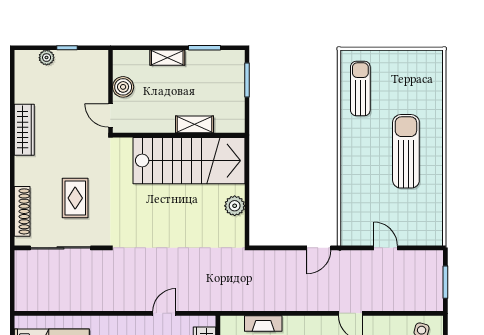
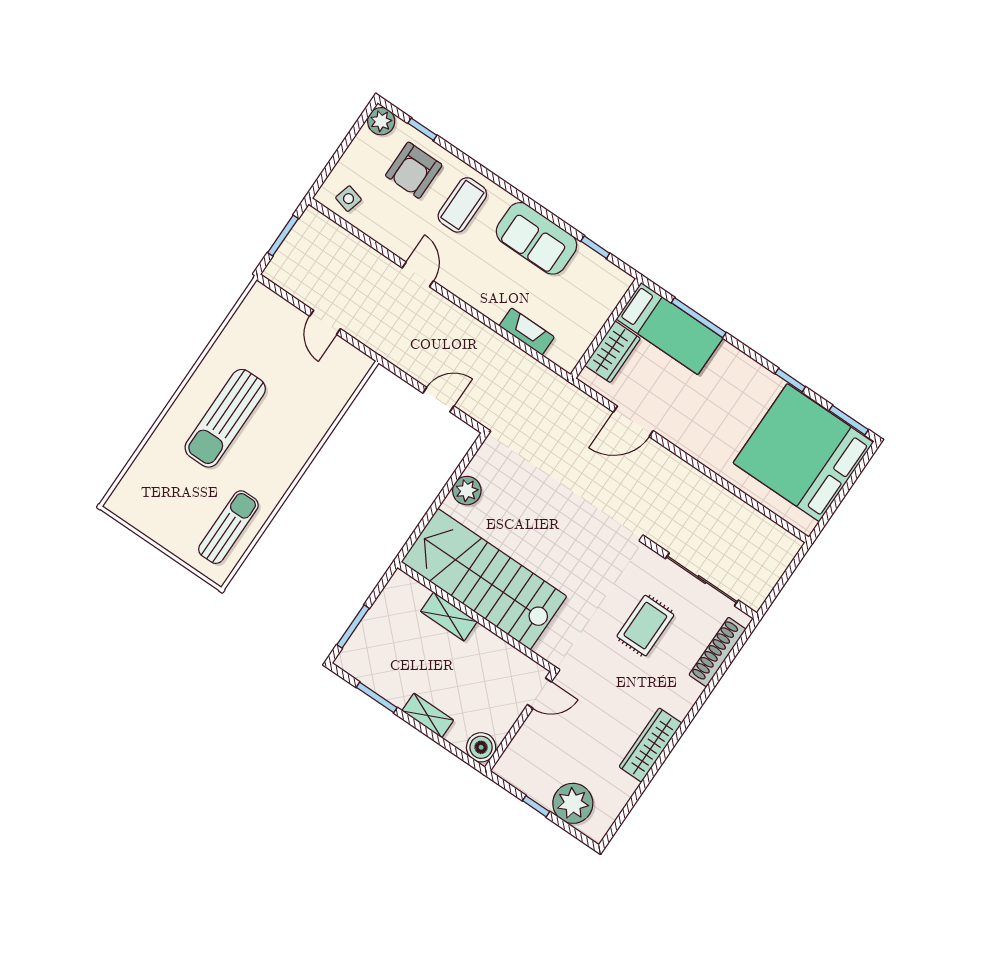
plant: (47, 58) -> (573, 803), width x1.87, depth x1.87
boiler: (123, 87) -> (481, 747), moved
sun lounger: (360, 88) -> (228, 527), turned 180
door: (110, 116) -> (539, 693), hinge flipped
door: (319, 248) -> (438, 400), moved
door: (164, 313) -> (633, 421), width x1.38

